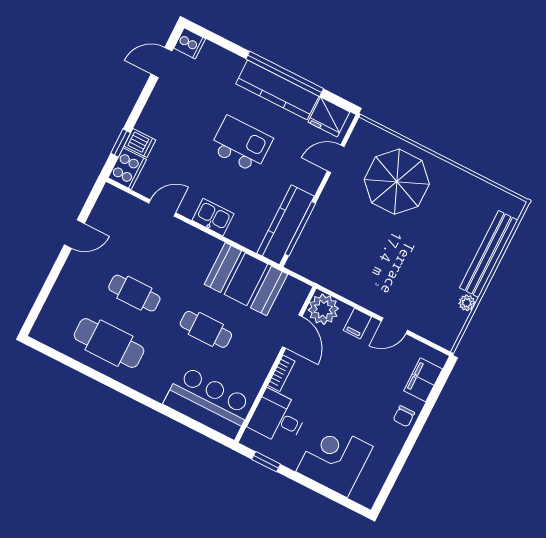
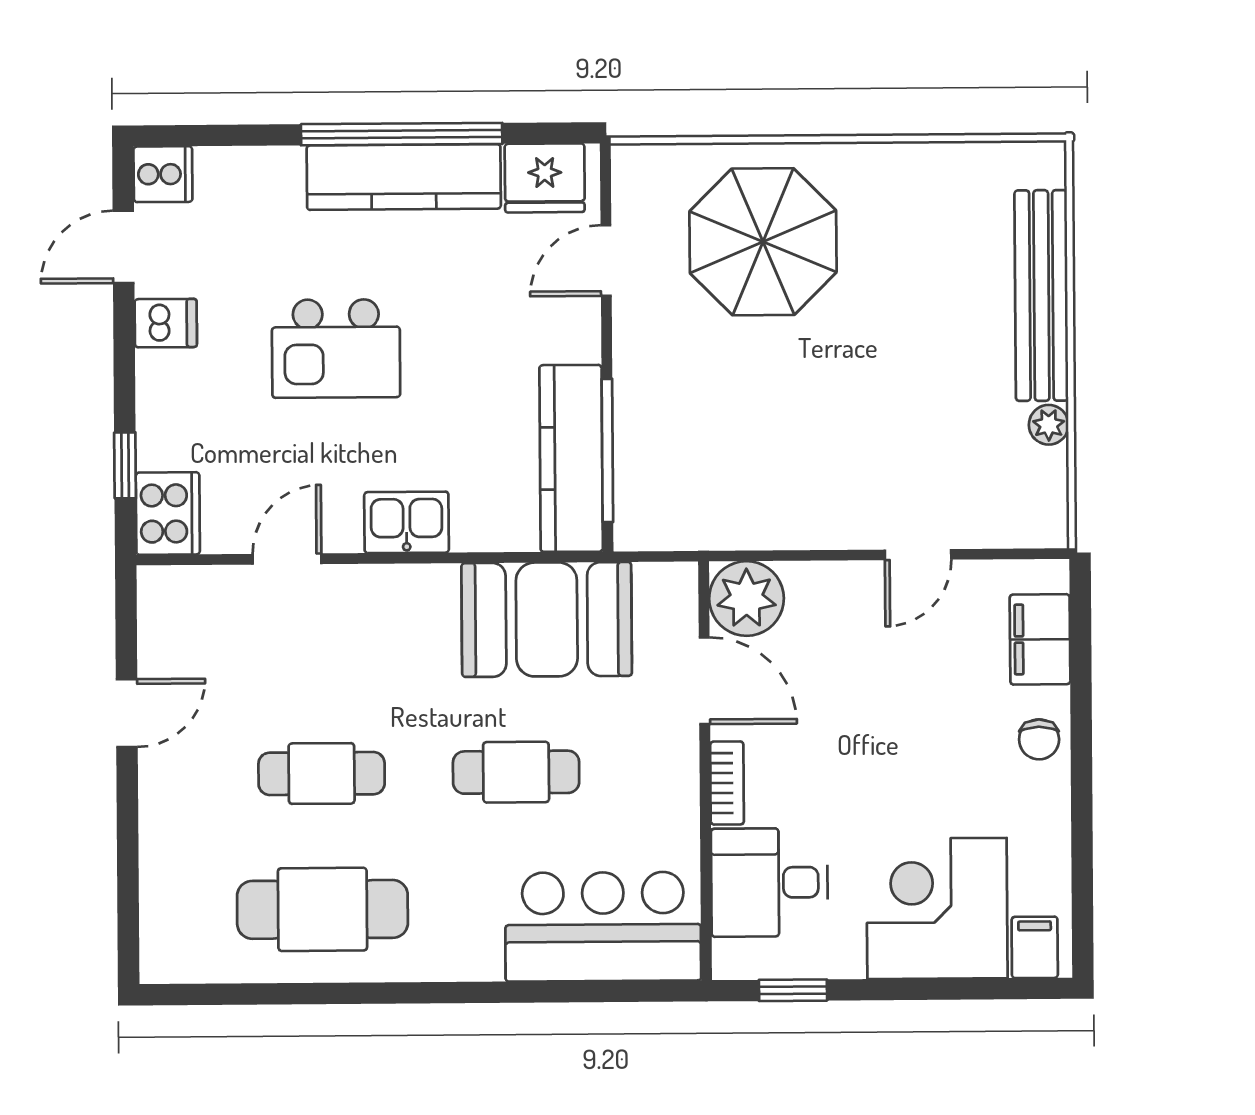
dishwasher: (140, 143) -> (166, 323), moved
kitchen island: (241, 144) -> (336, 349), moved, turned 180
filing cabinet: (357, 324) -> (1035, 947), moved, turned 180

